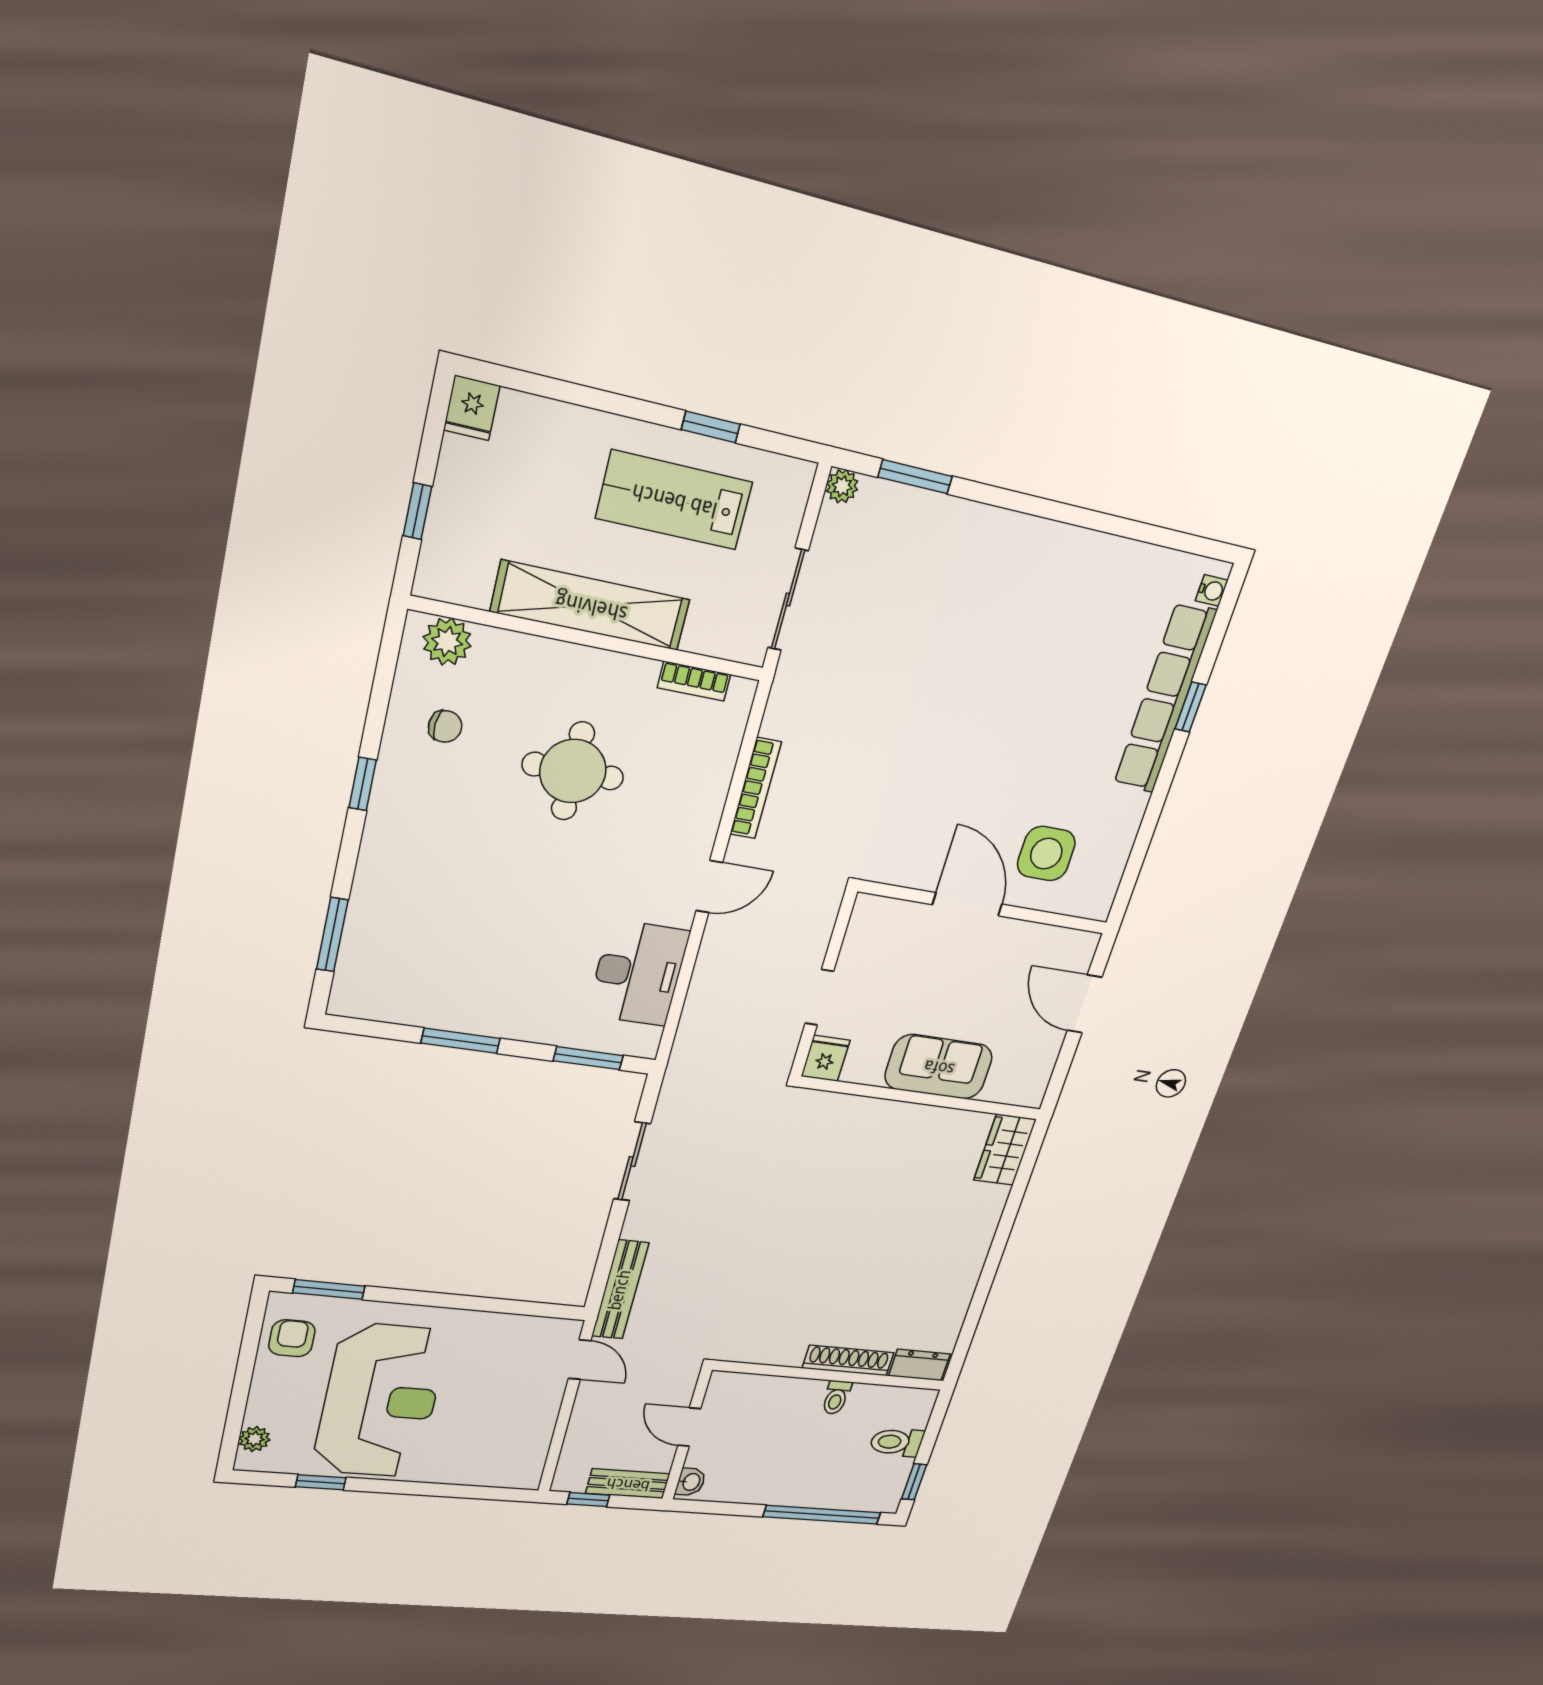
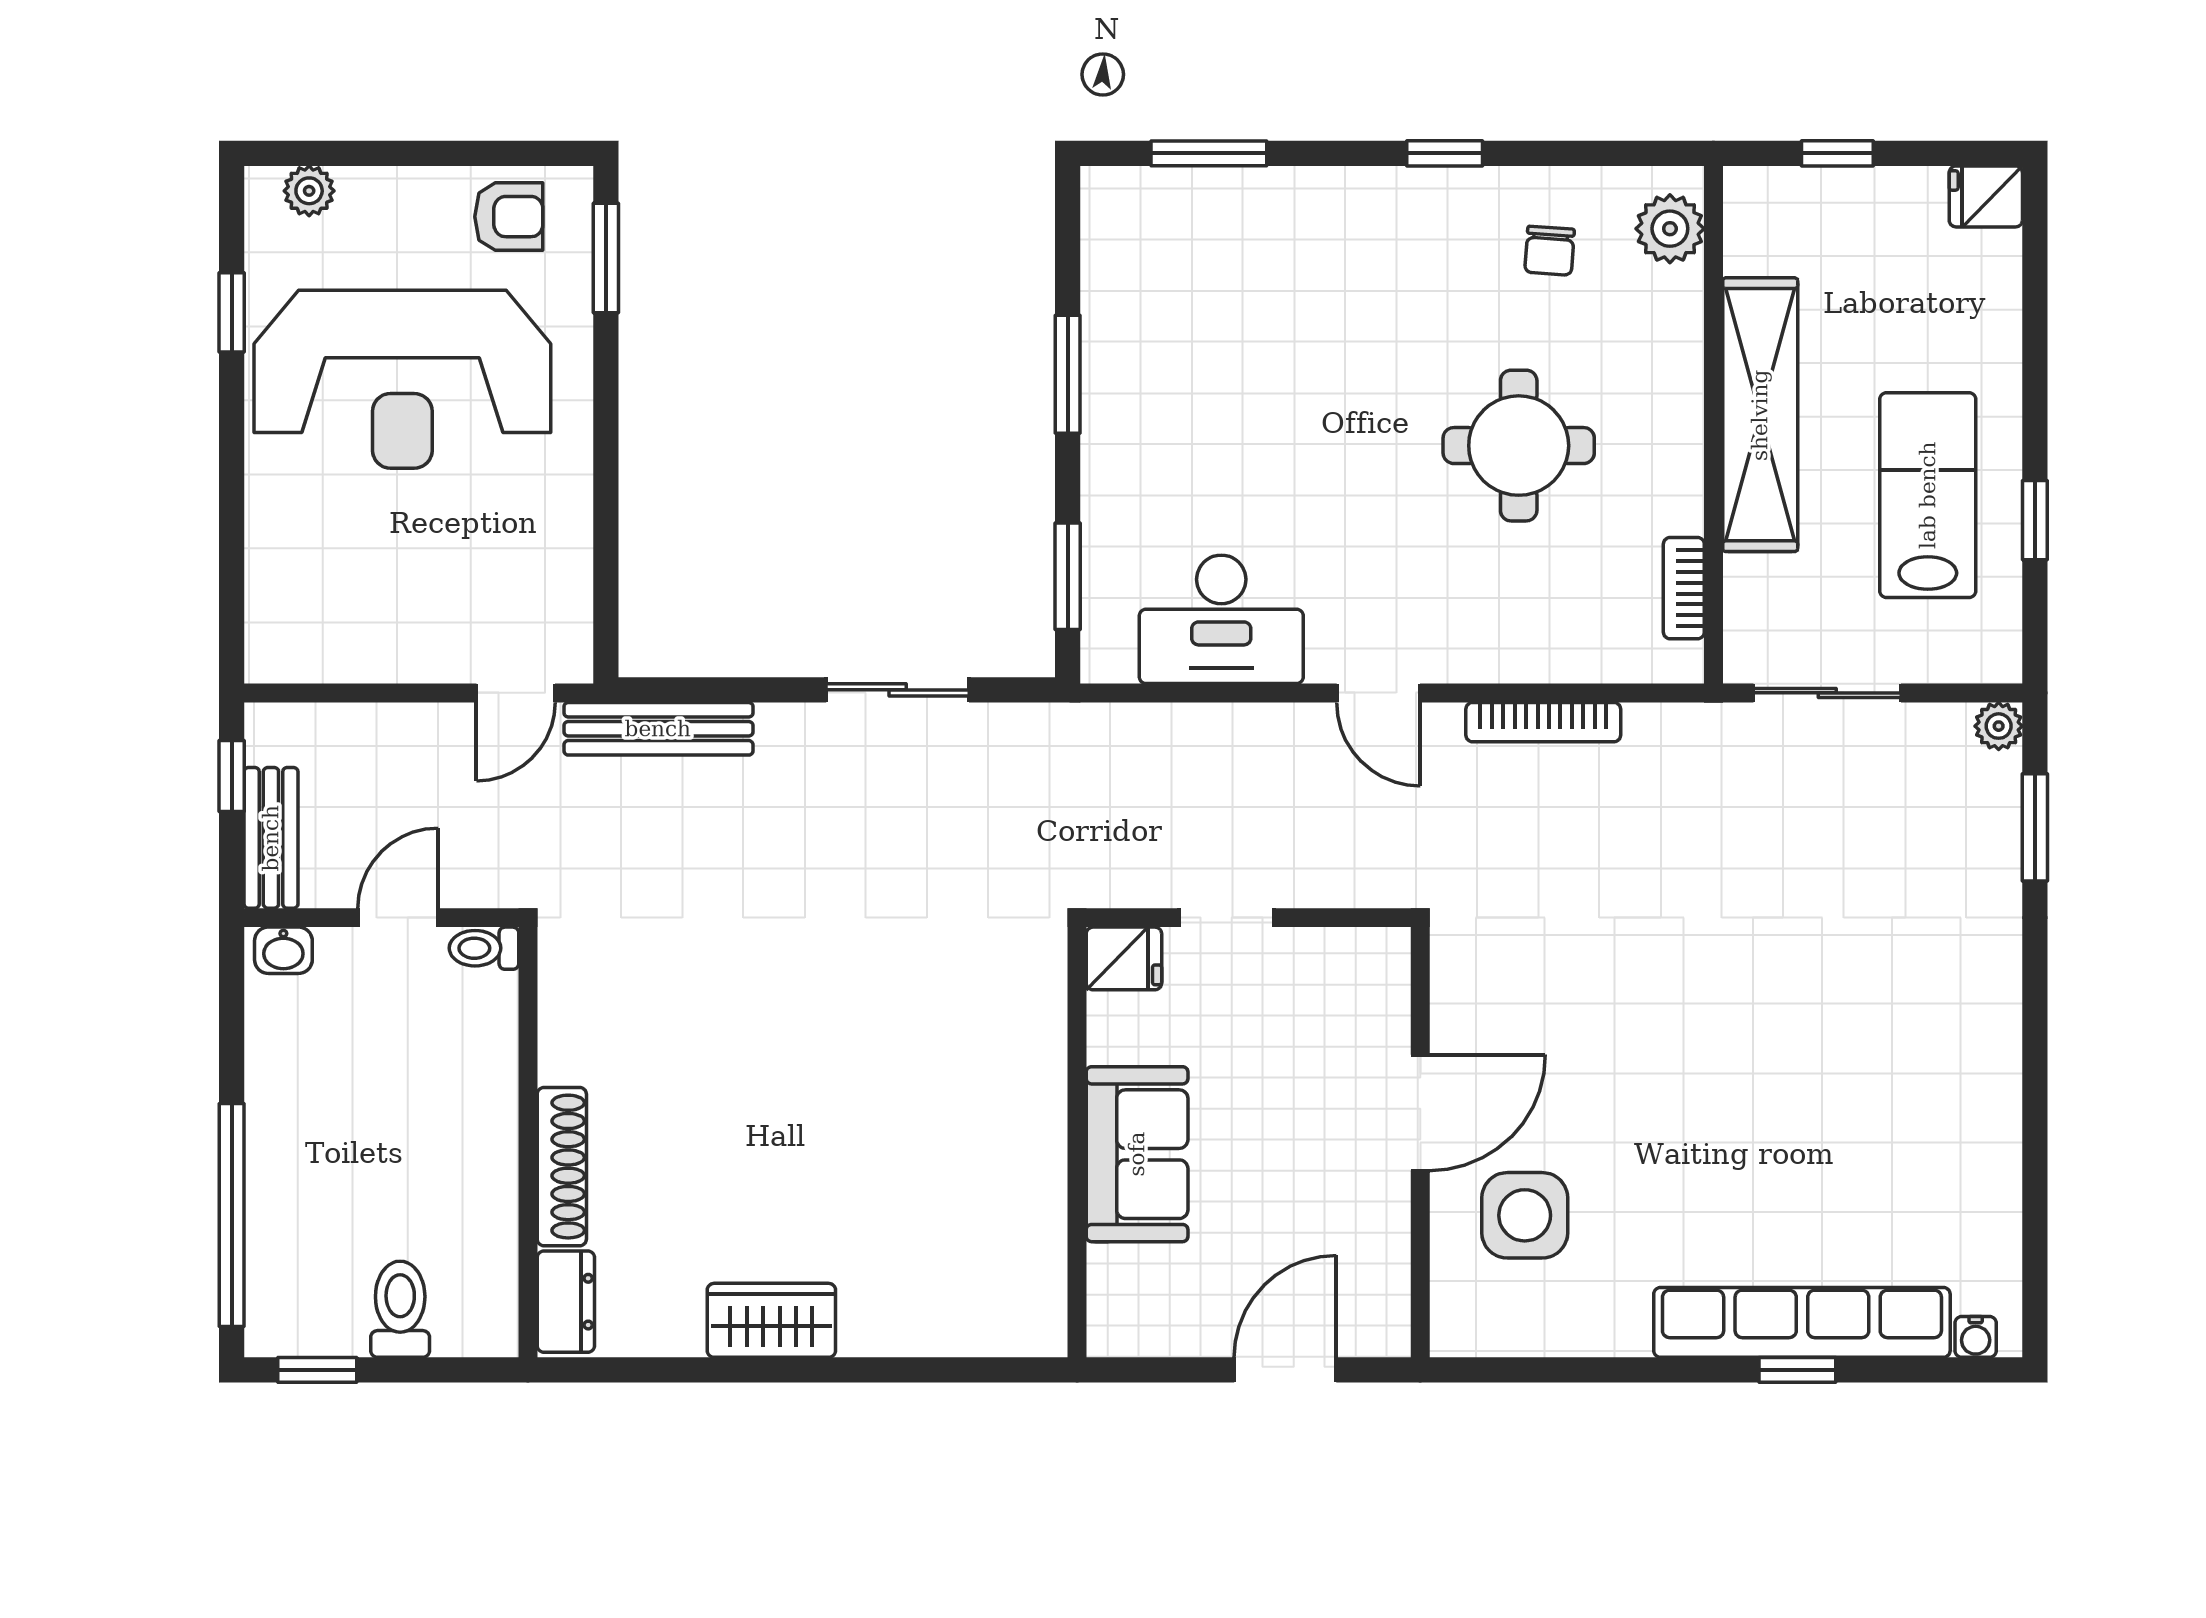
wardrobe: (1005, 1150) -> (771, 1320), moved
toilet: (836, 1397) -> (484, 948), moved

